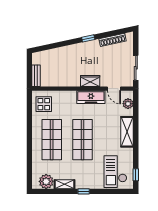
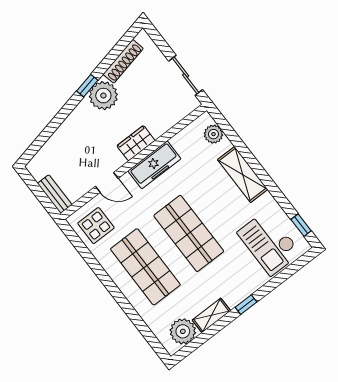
plant: (92, 48) -> (103, 96), added
door: (114, 89) -> (107, 182), moved

